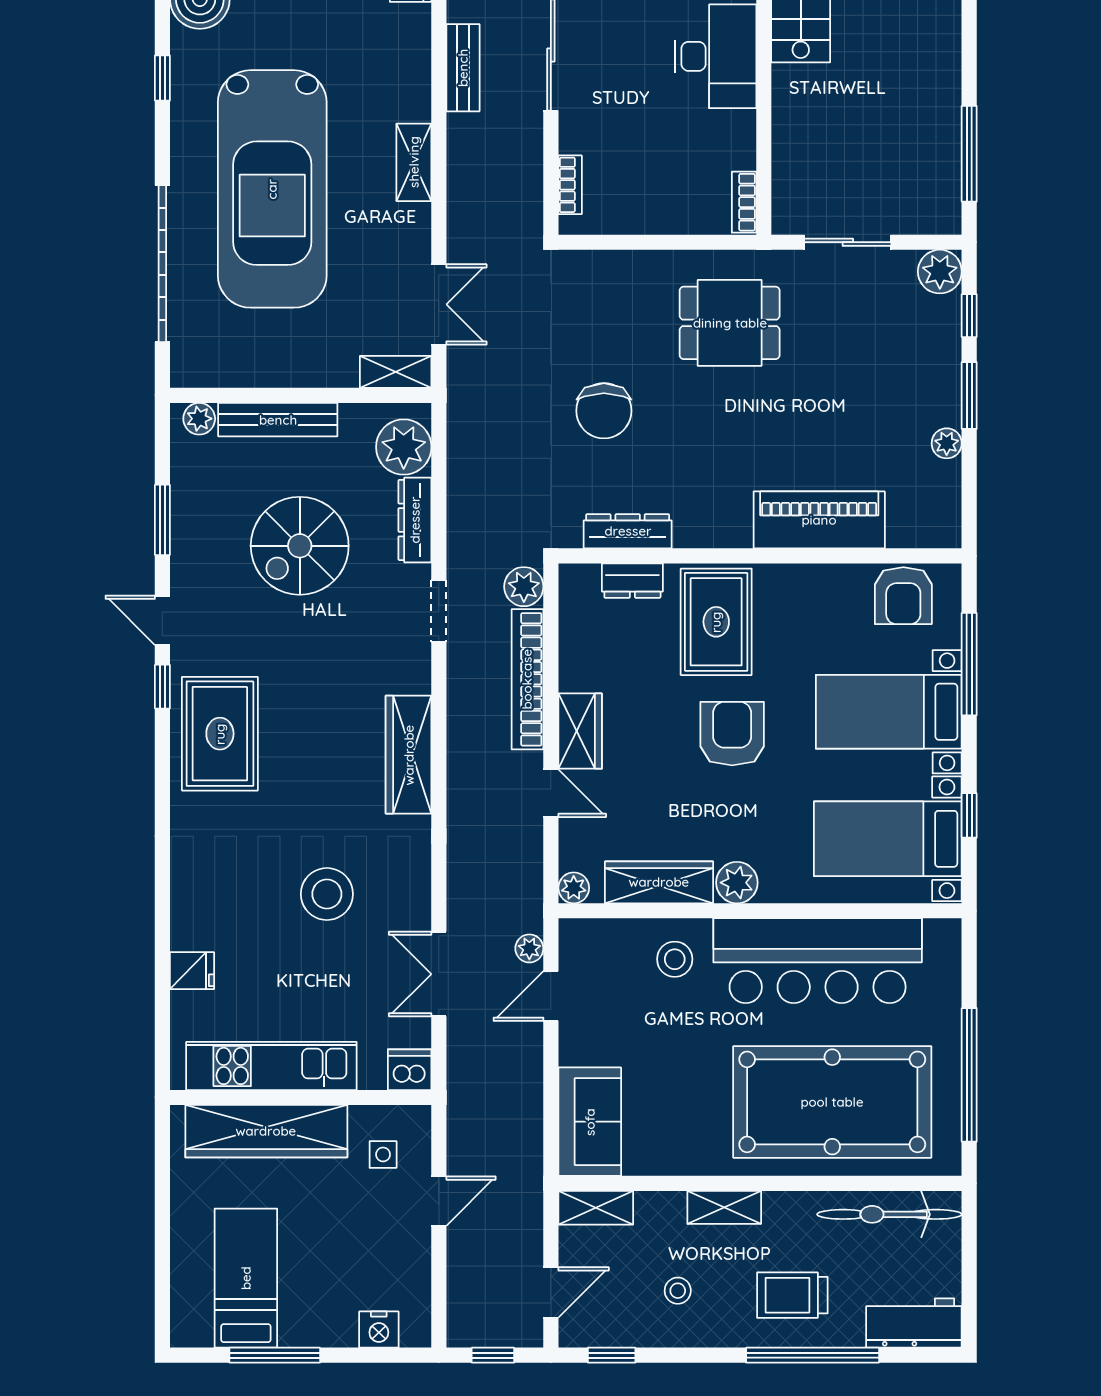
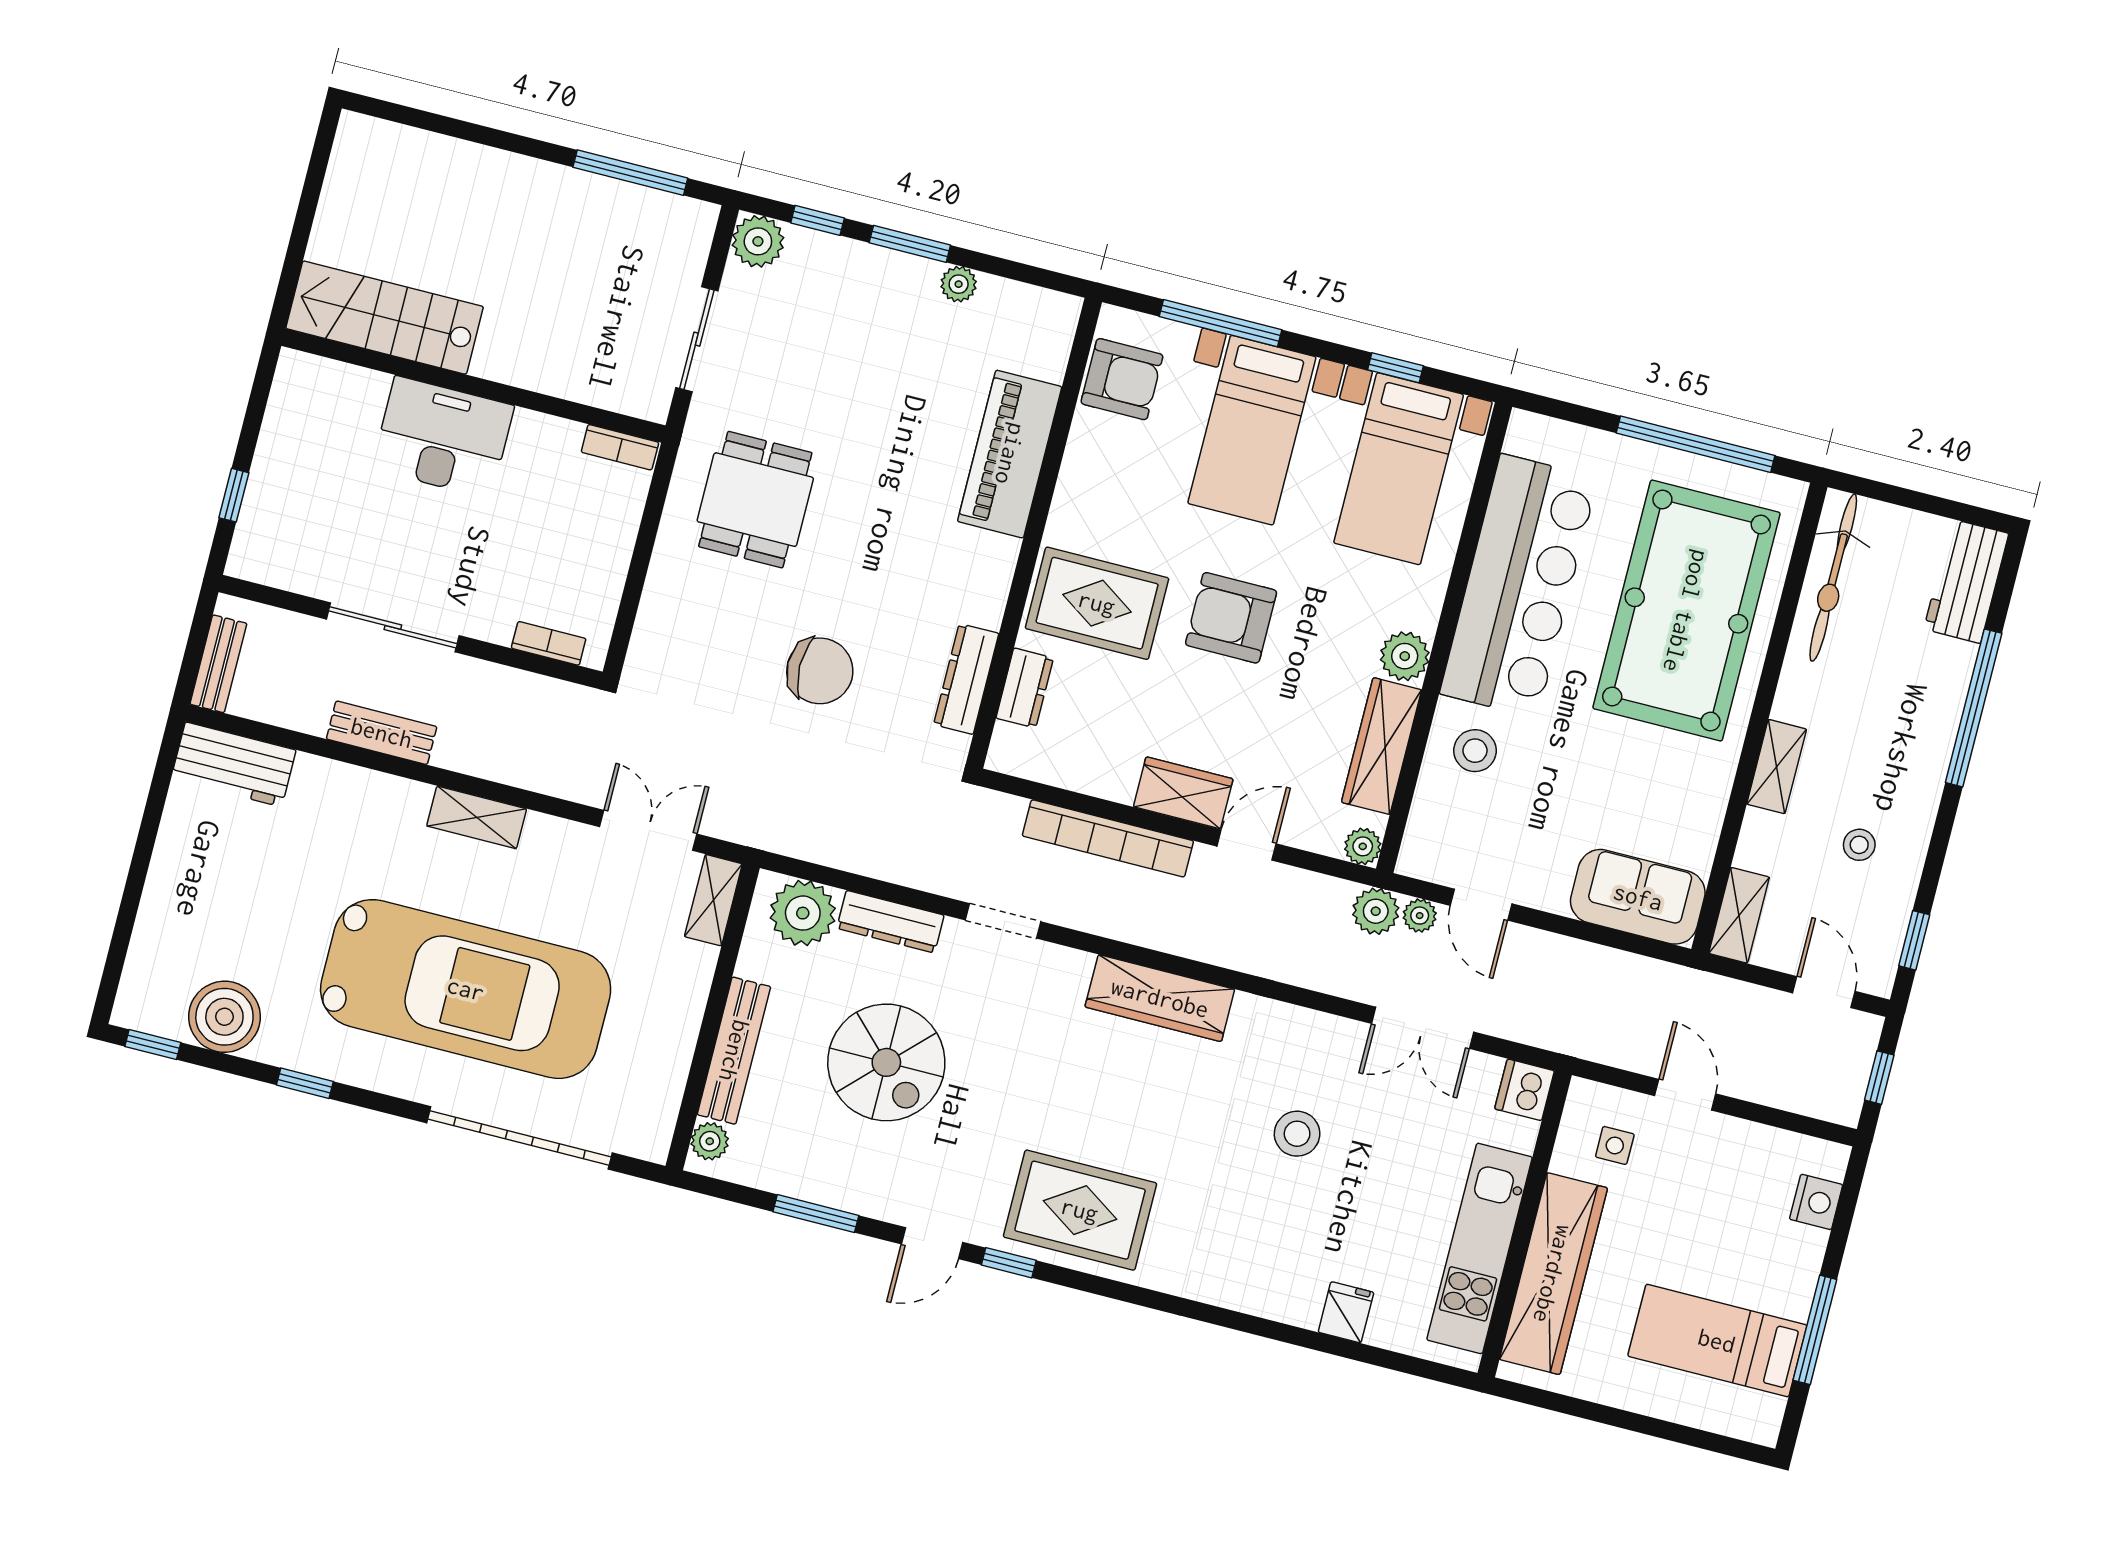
plant: (524, 587) -> (1376, 911), moved
stool: (327, 894) -> (1297, 1134), width x0.73, depth x0.73
trolley: (792, 1295) -> (1898, 714), removed

